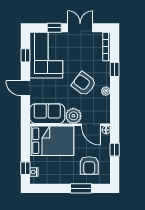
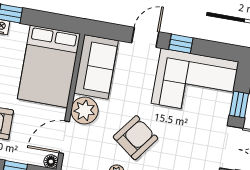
window: (25, 55) -> (181, 44), moved

